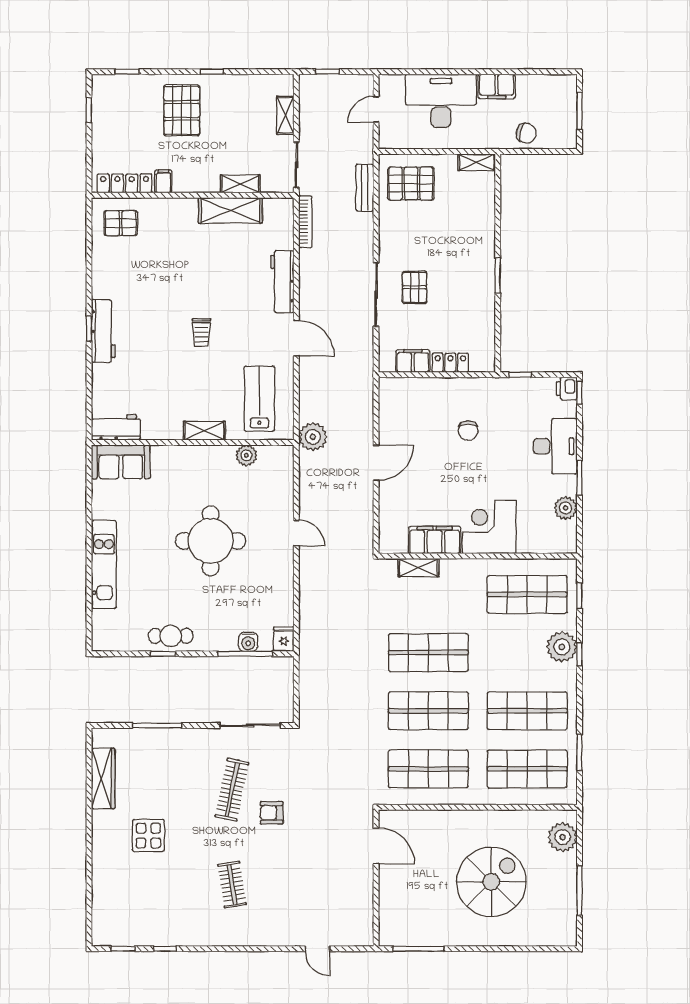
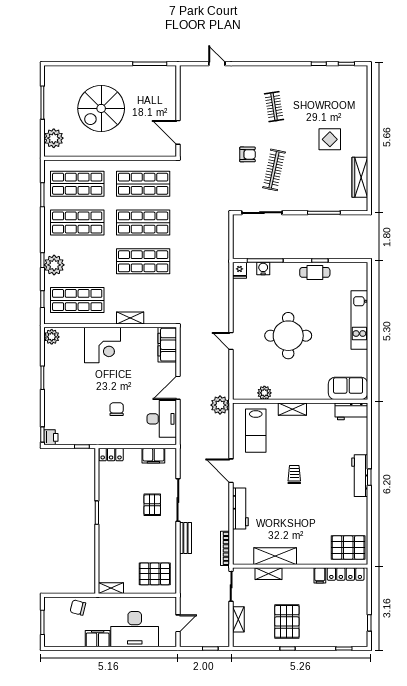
pallet: (182, 110) -> (287, 621), moved
bench: (365, 188) -> (185, 538), moved
pallet: (121, 223) -> (348, 548), width x1.50, depth x1.42
locker: (450, 363) -> (111, 454), moved
desk: (555, 446) -> (162, 419), moved, turned 180
plant: (565, 508) -> (52, 337), moved
filing cabinet: (435, 540) -> (167, 345), moved, turned 90
shelving: (418, 568) -> (130, 318), moved

